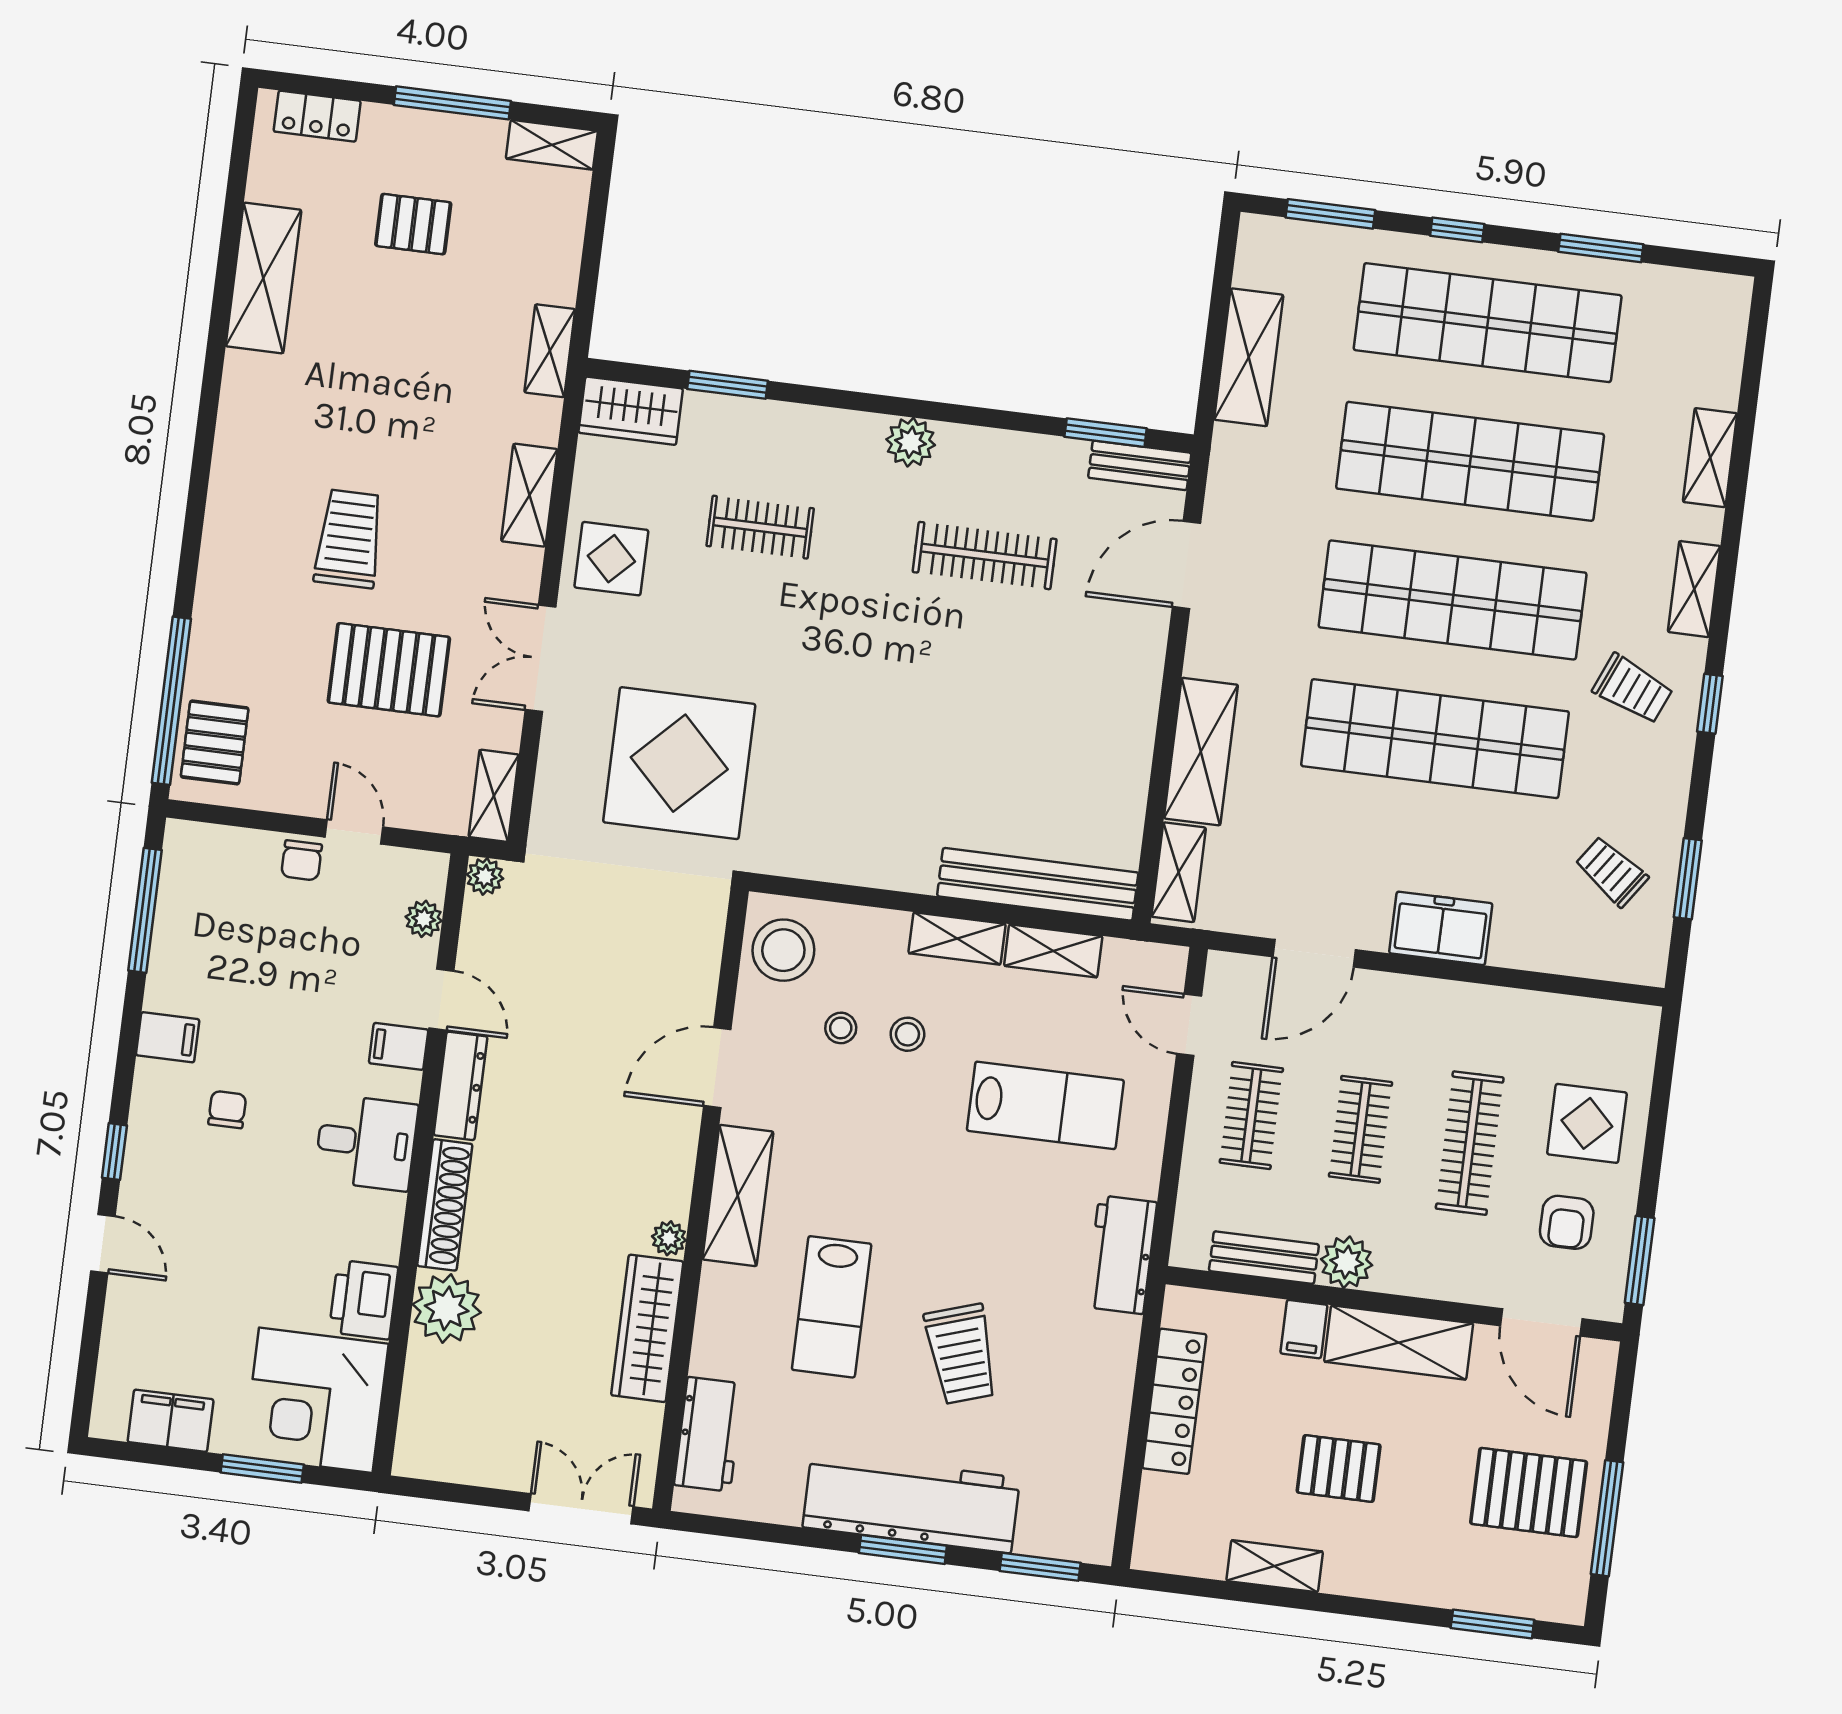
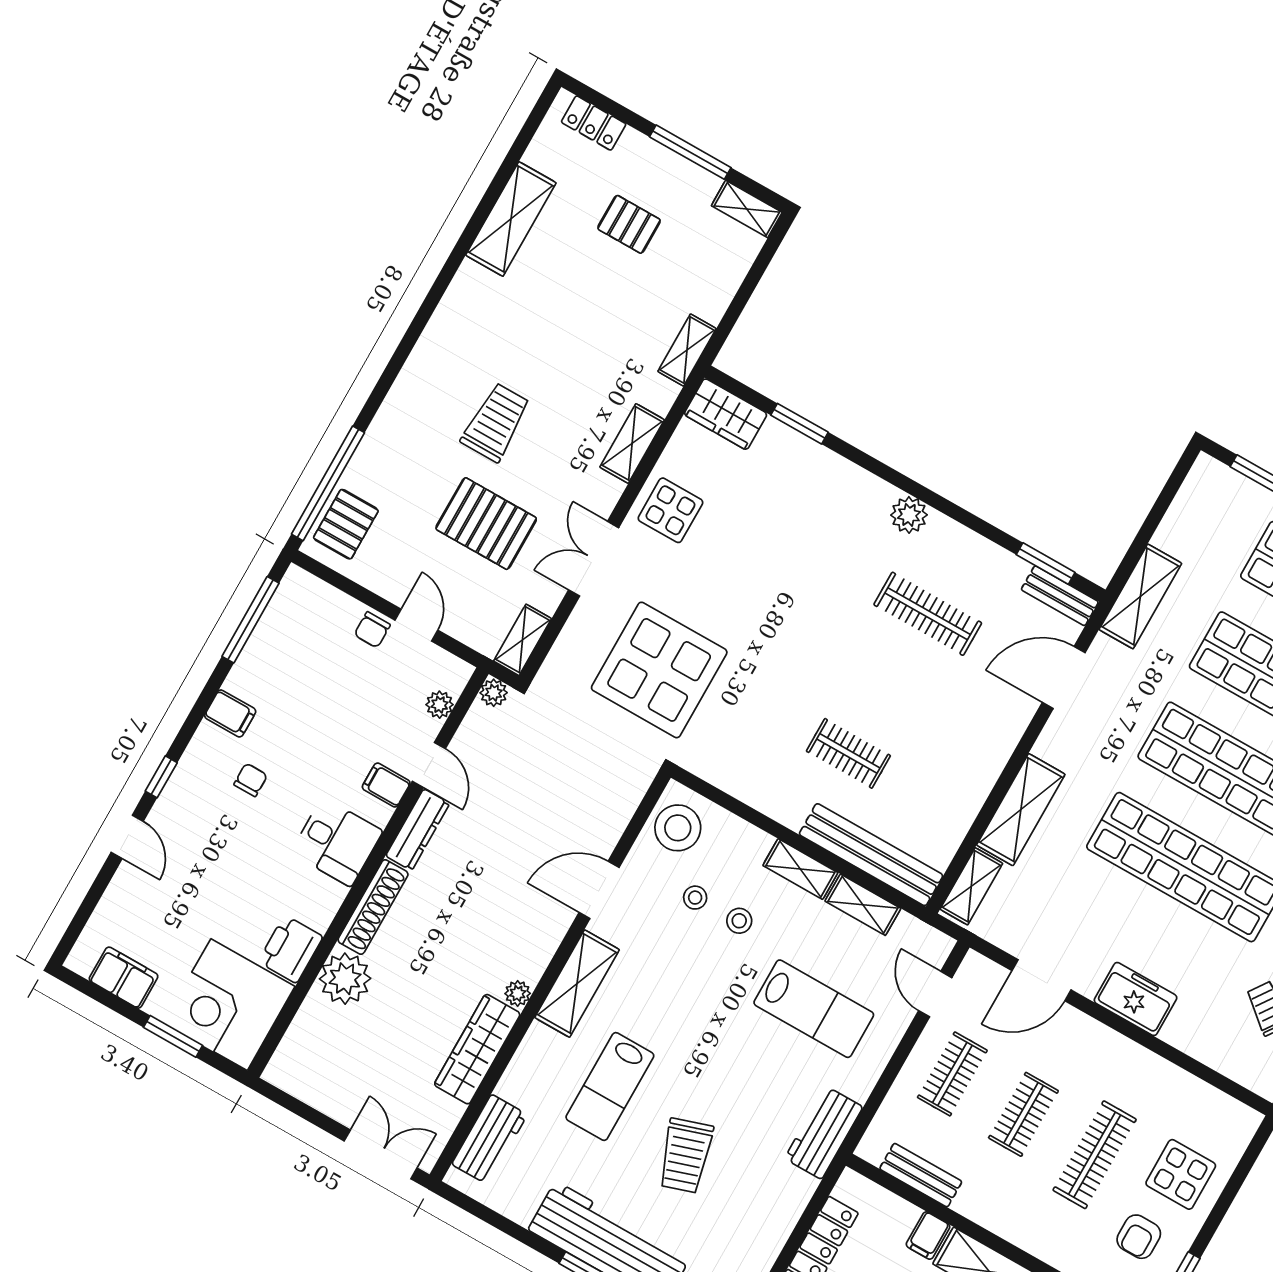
shelving: (1249, 357) -> (1140, 596), moved
clothes rail: (760, 527) -> (848, 753), moved
plant: (1347, 1262) -> (976, 1202), removed

